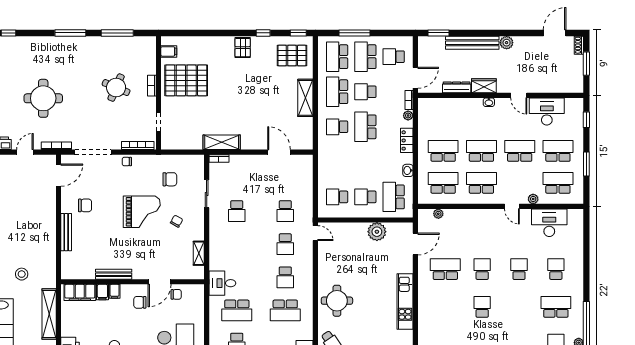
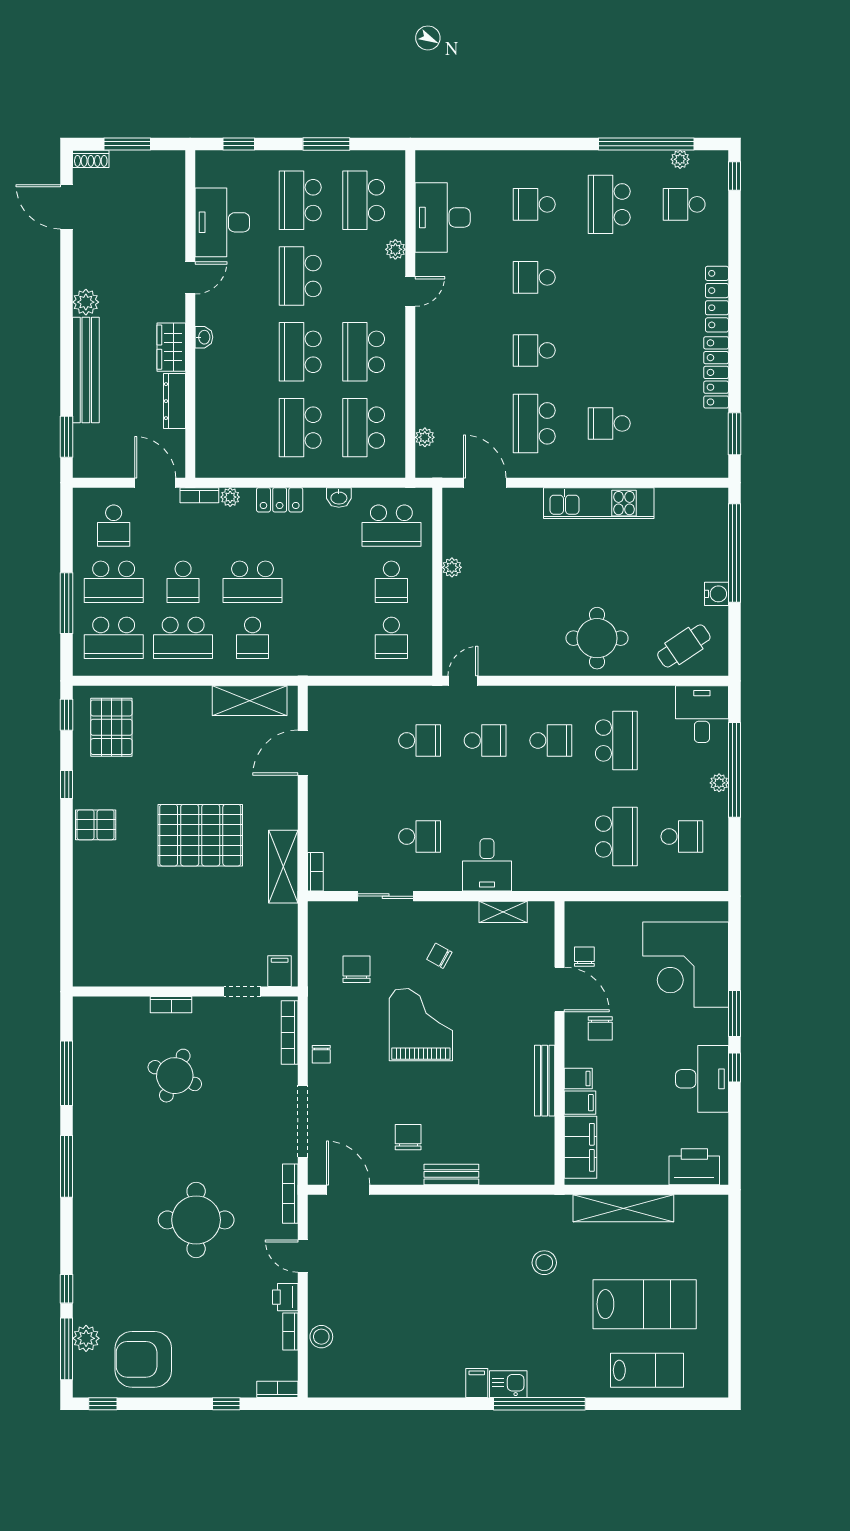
filing cabinet: (169, 51) -> (280, 971), moved
pallet: (186, 80) -> (200, 835), moved, turned 90
shelving: (305, 98) -> (250, 701), moved
bench: (66, 232) -> (451, 1174), width x0.73
plant: (377, 232) -> (452, 567), width x0.53, depth x0.53
desk: (222, 283) -> (487, 865), moved
school desk: (482, 307) -> (609, 423), moved

